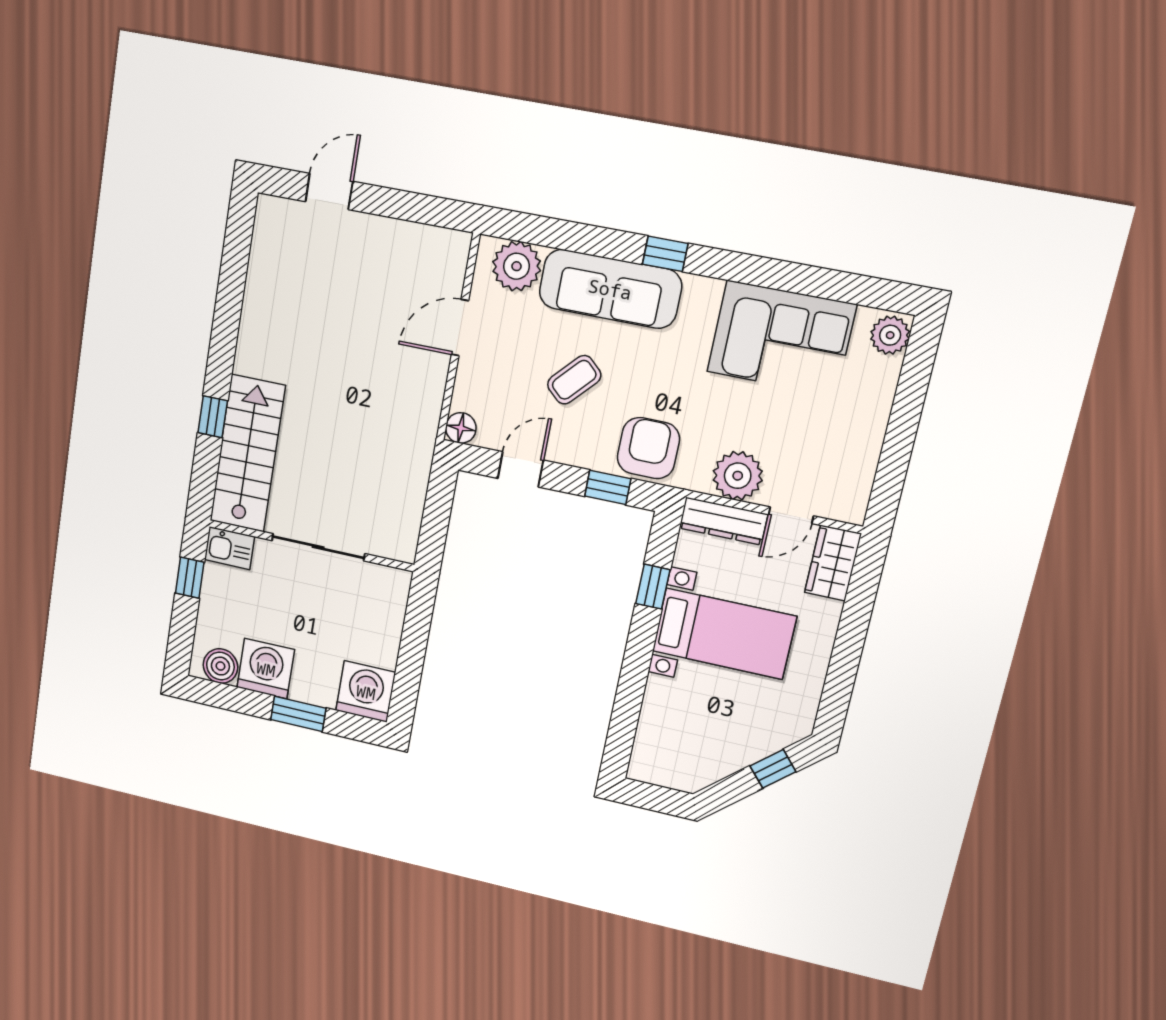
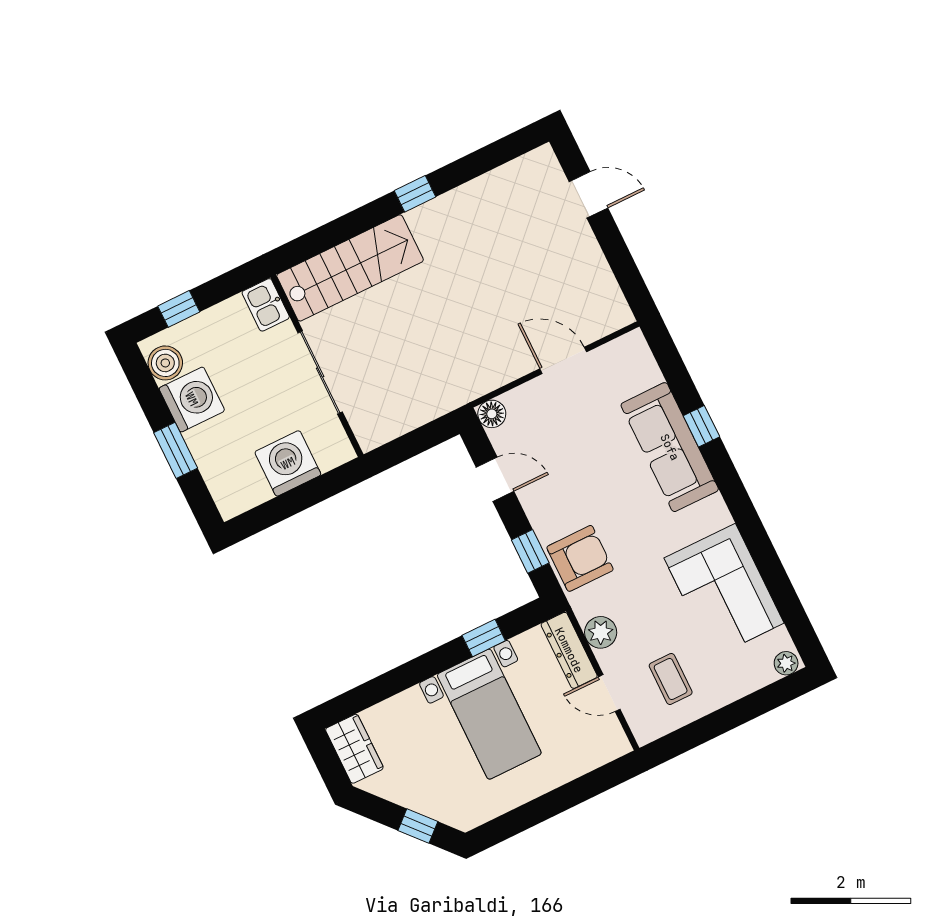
window: (665, 254) -> (701, 426), moved
plant: (517, 266) -> (636, 369), removed
plant: (890, 335) -> (786, 663), width x0.73, depth x0.73
coffee table: (574, 380) -> (671, 679), moved, turned 47
window: (213, 417) -> (415, 194), moved
plant: (738, 476) -> (601, 632), width x0.73, depth x0.73
wardrobe: (833, 563) -> (354, 749), moved, turned 90
window: (190, 578) -> (179, 309), moved
washing machine: (366, 692) -> (288, 463), moved, turned -90

